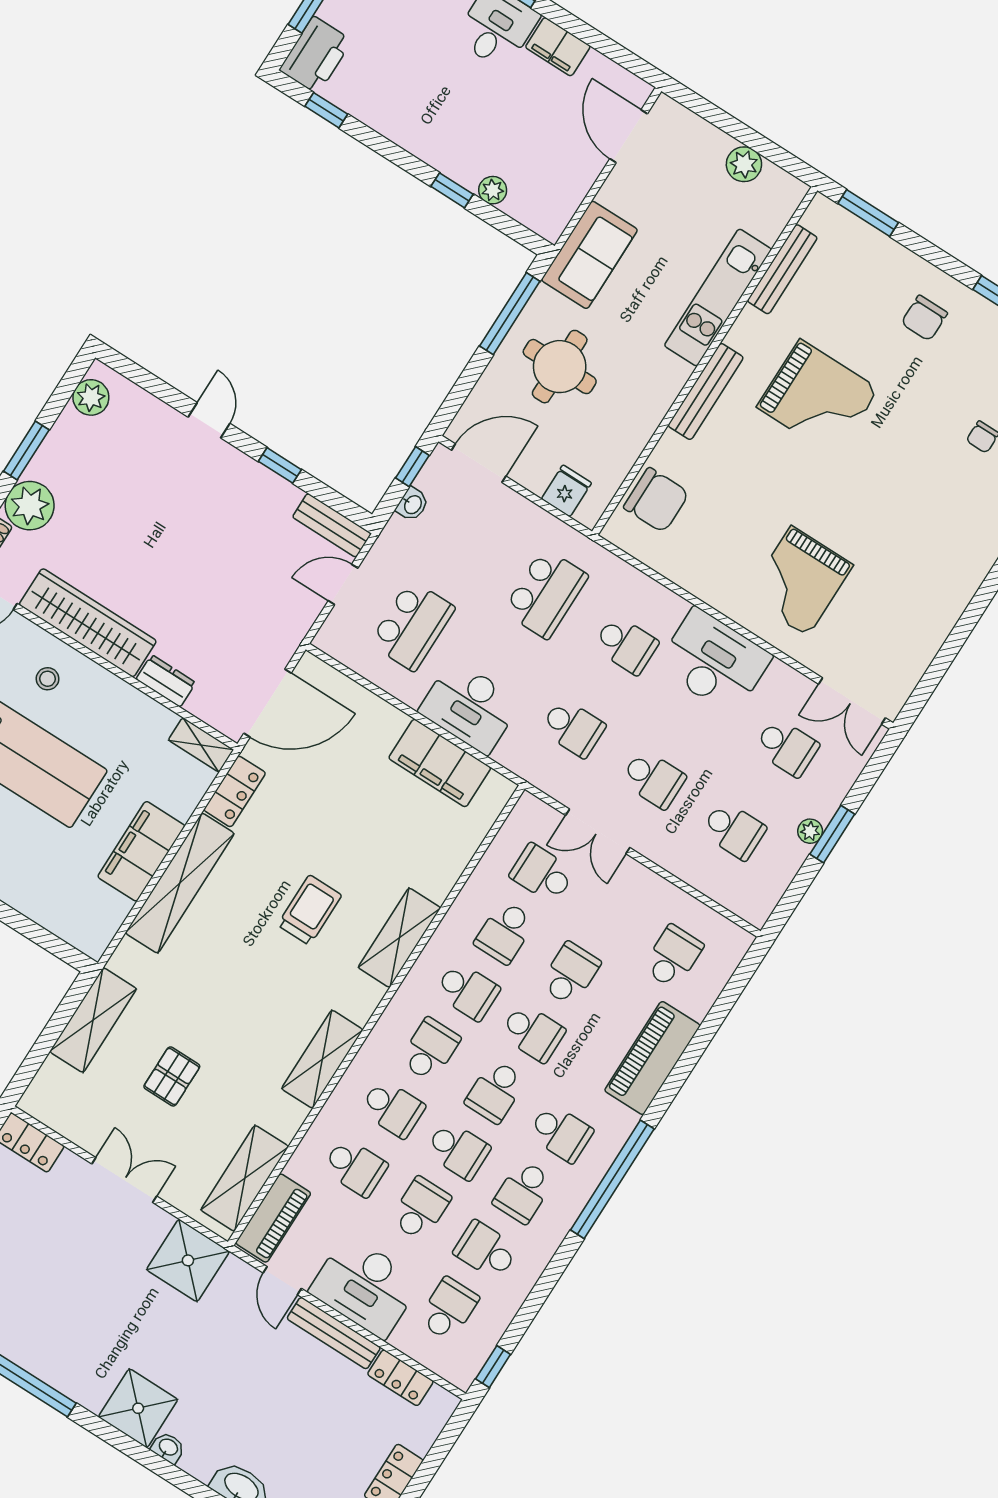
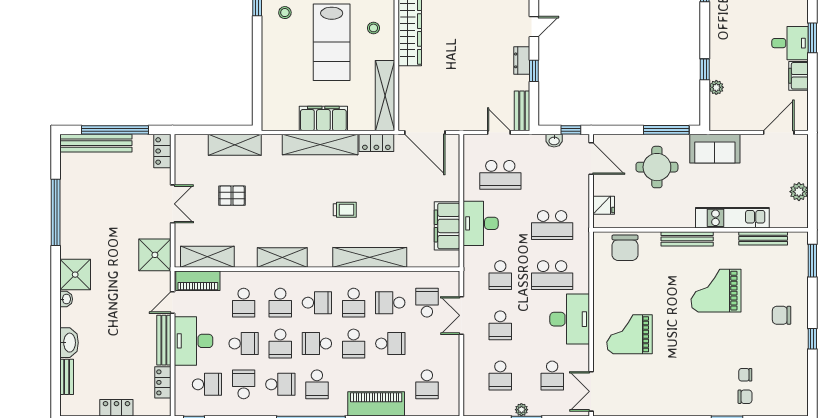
grand piano: (818, 398) -> (716, 291), turned 90
school desk: (626, 645) -> (552, 275), width x1.85
dresser: (166, 681) -> (522, 60), moved, turned 180
shelving: (201, 745) -> (385, 96), width x2.20, depth x1.33
trolley: (310, 910) -> (345, 210), width x0.73, depth x0.72
shelving: (399, 938) -> (370, 257), width x1.47
school desk: (673, 957) -> (427, 384), turned 90
school desk: (523, 1192) -> (280, 384), turned 180

